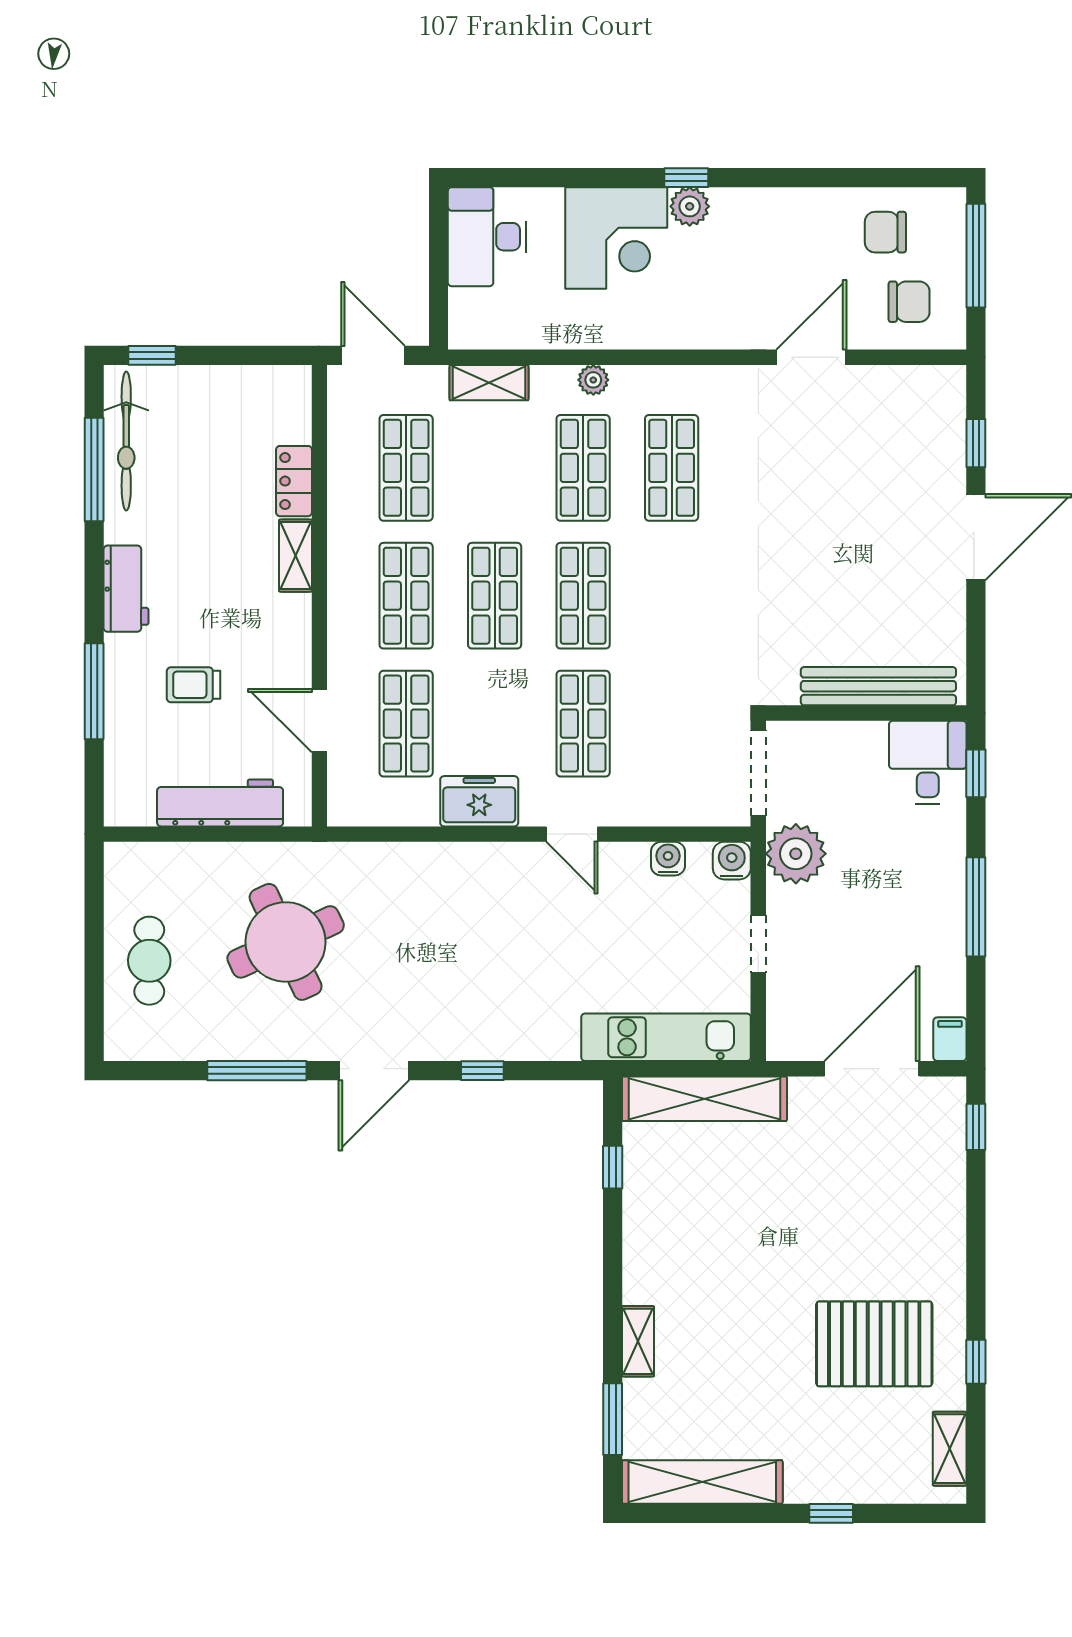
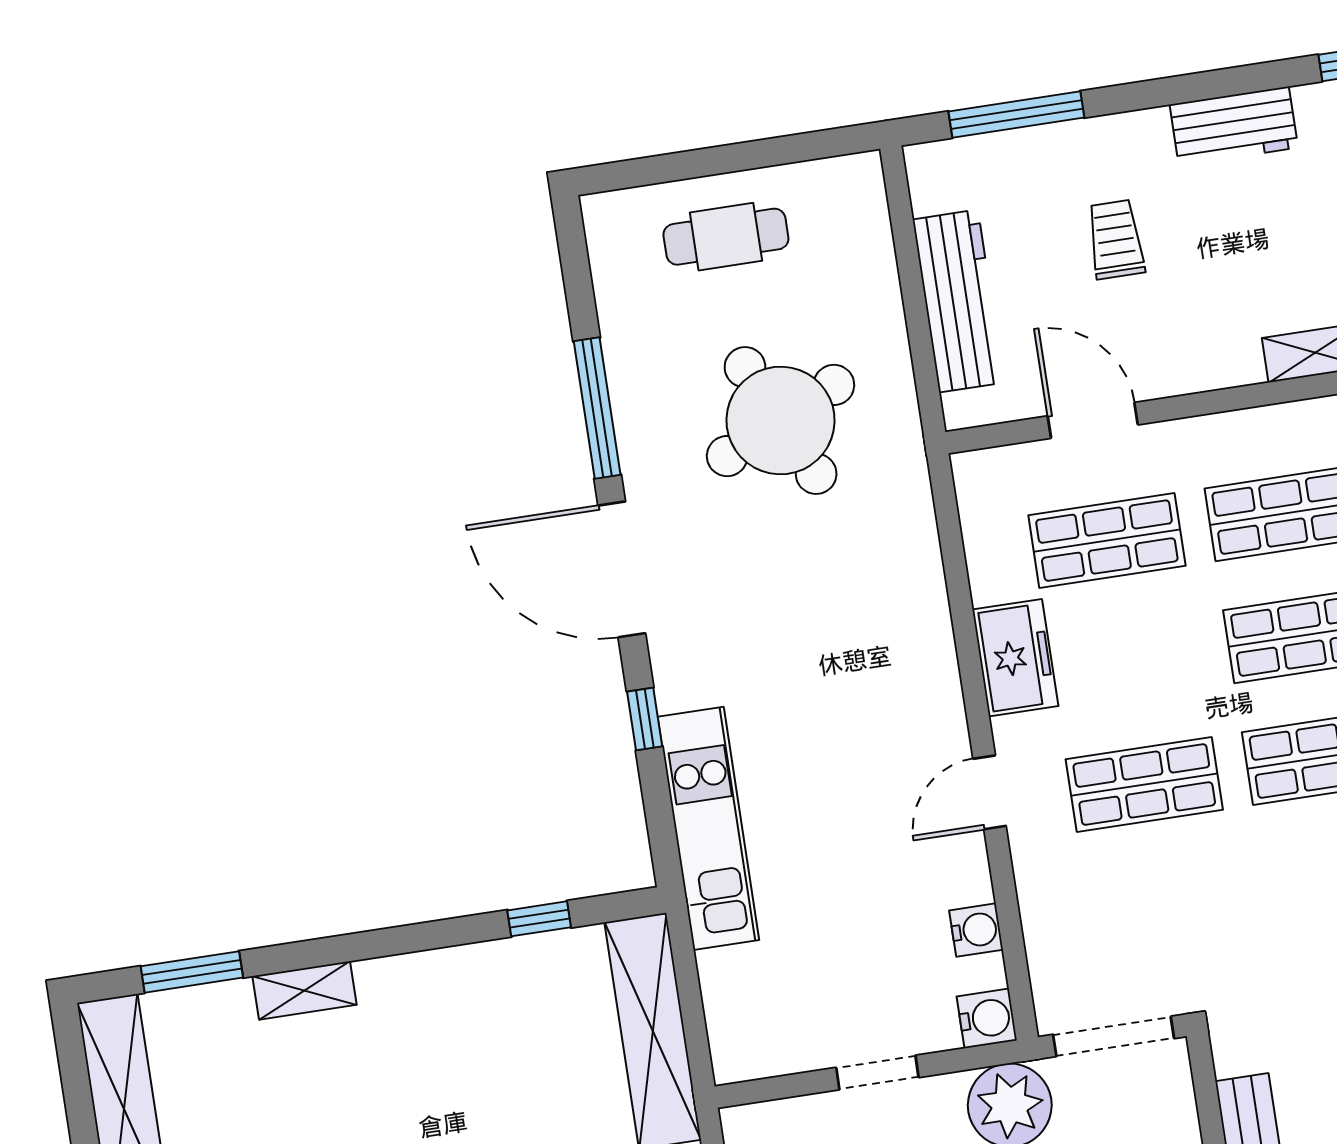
window: (94, 691) -> (1016, 114), moved
door: (319, 721) -> (1093, 420), hinge flipped
kitchen unit: (666, 1037) -> (708, 828), moved
door: (374, 1071) -> (622, 569), width x1.36

